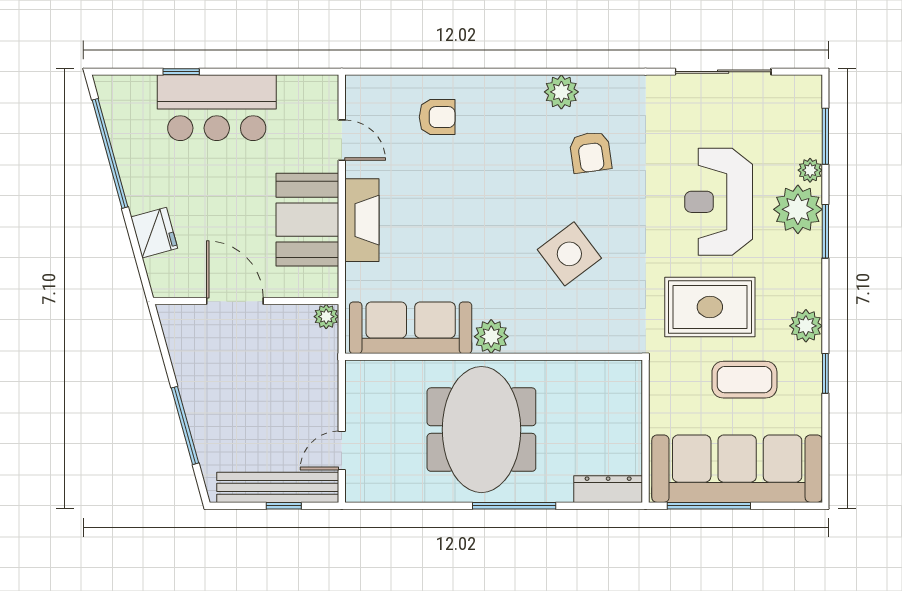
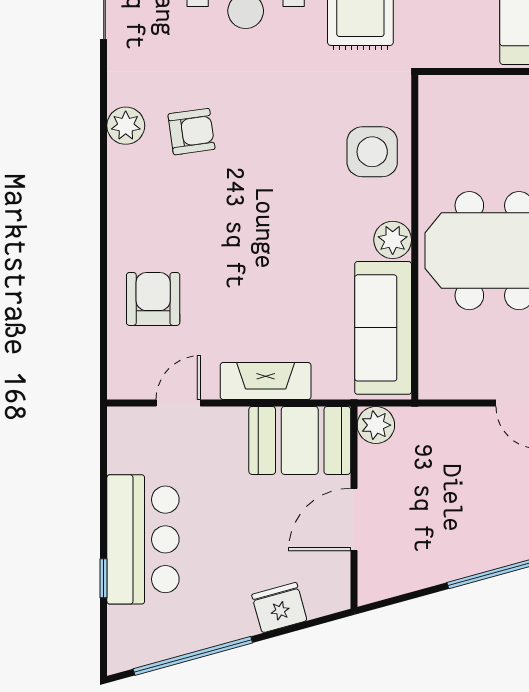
plant: (561, 92) -> (126, 126), moved
armchair: (437, 117) -> (153, 299), width x1.38, depth x1.38
booth: (307, 220) -> (300, 440), moved
side table: (569, 254) -> (372, 152), moved, turned 37
plant: (326, 317) -> (376, 425), width x1.38, depth x1.38

